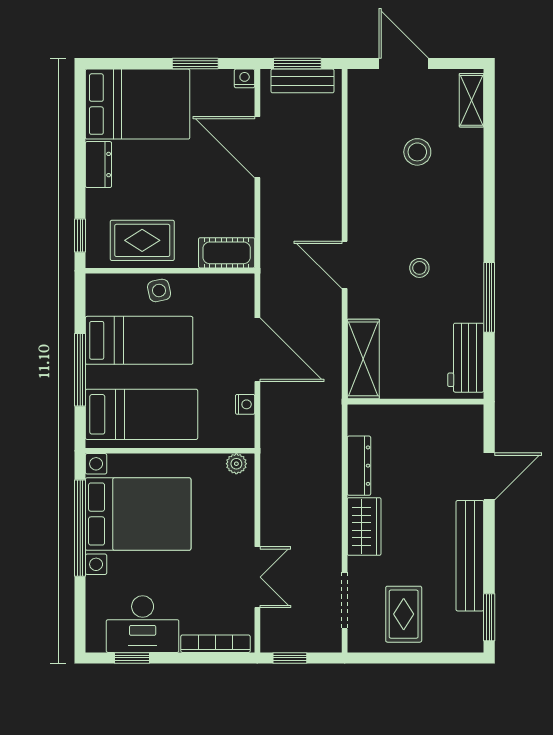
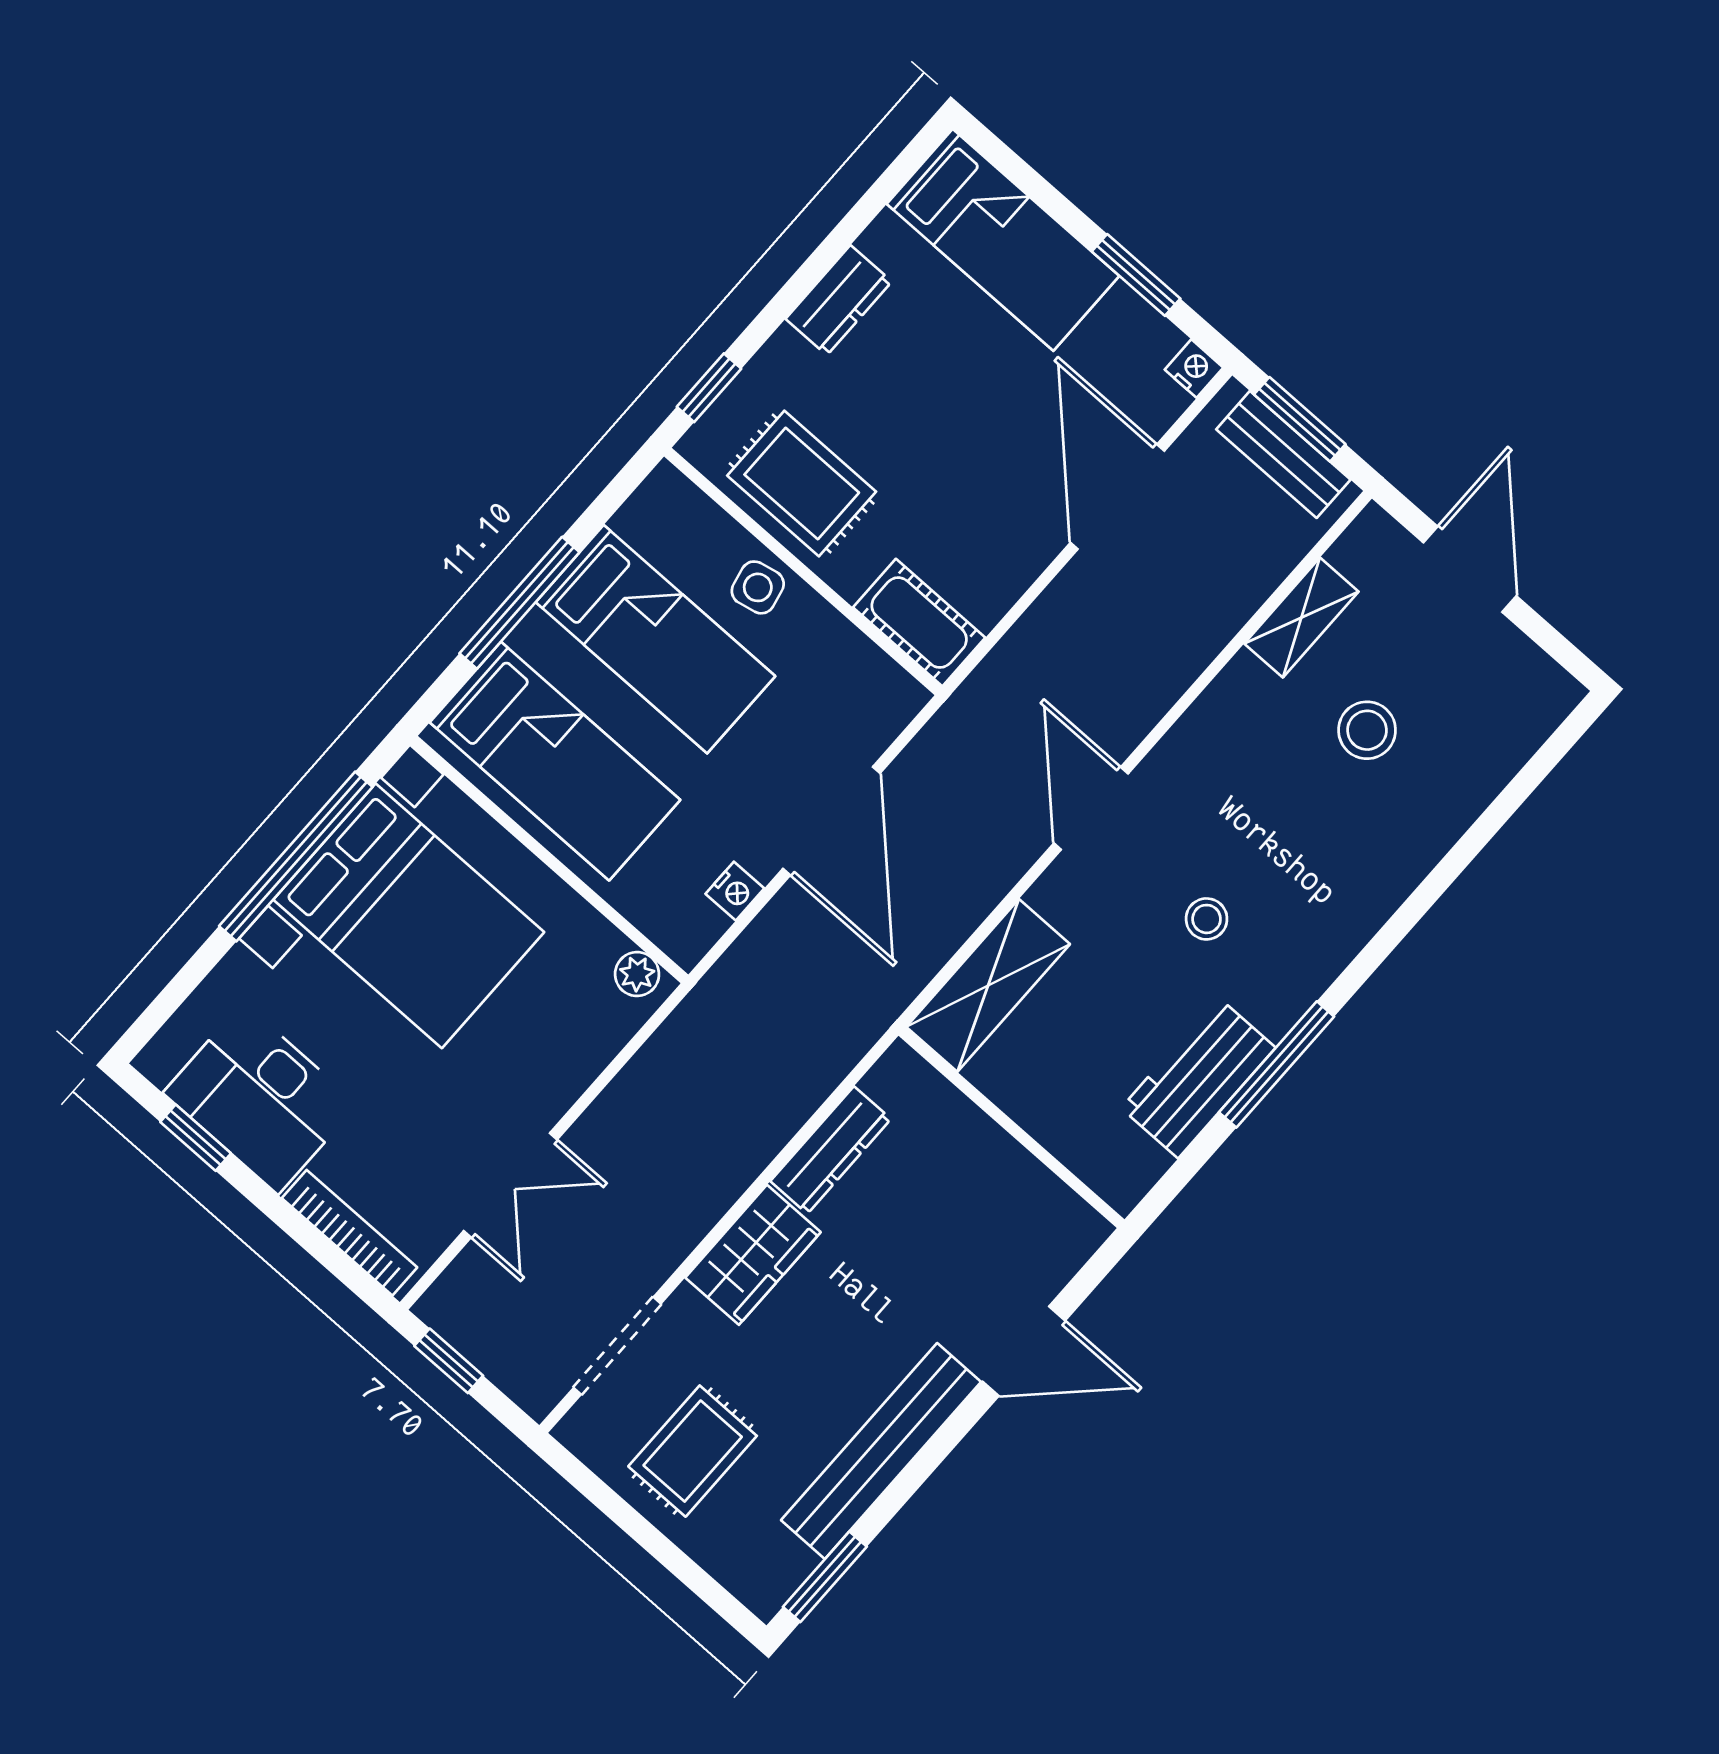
shelving: (472, 100) -> (1301, 618), moved
bed: (138, 104) -> (1003, 240), width x0.67
workbench: (466, 358) -> (1198, 1078), moved

